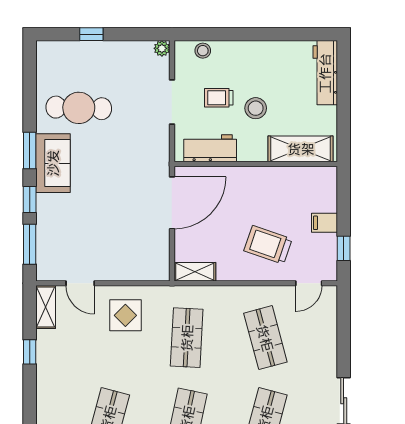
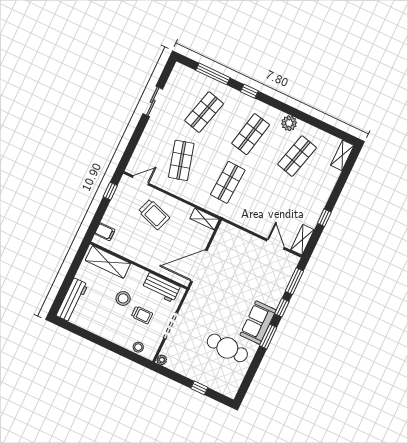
filing cabinet: (325, 223) -> (105, 232), moved
display table: (125, 315) -> (258, 213), removed

